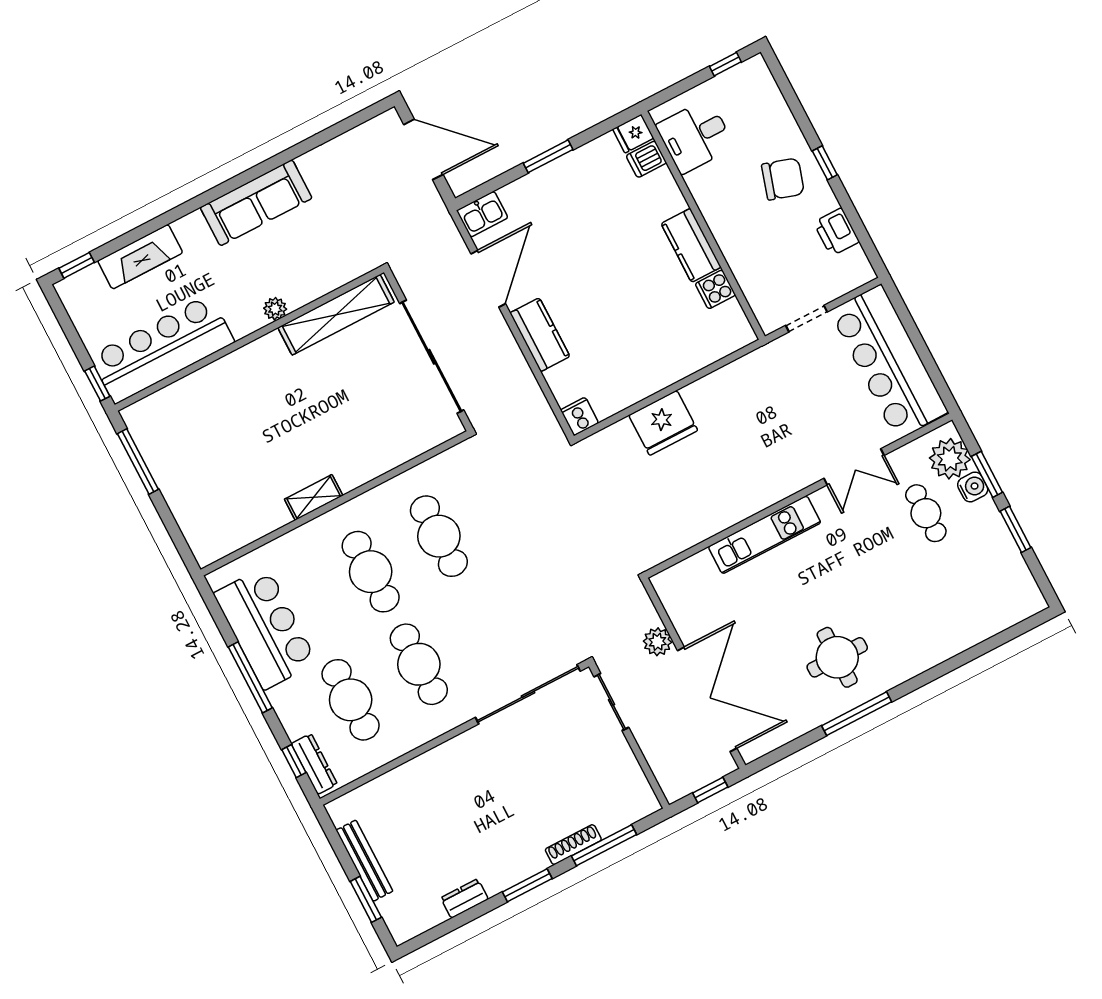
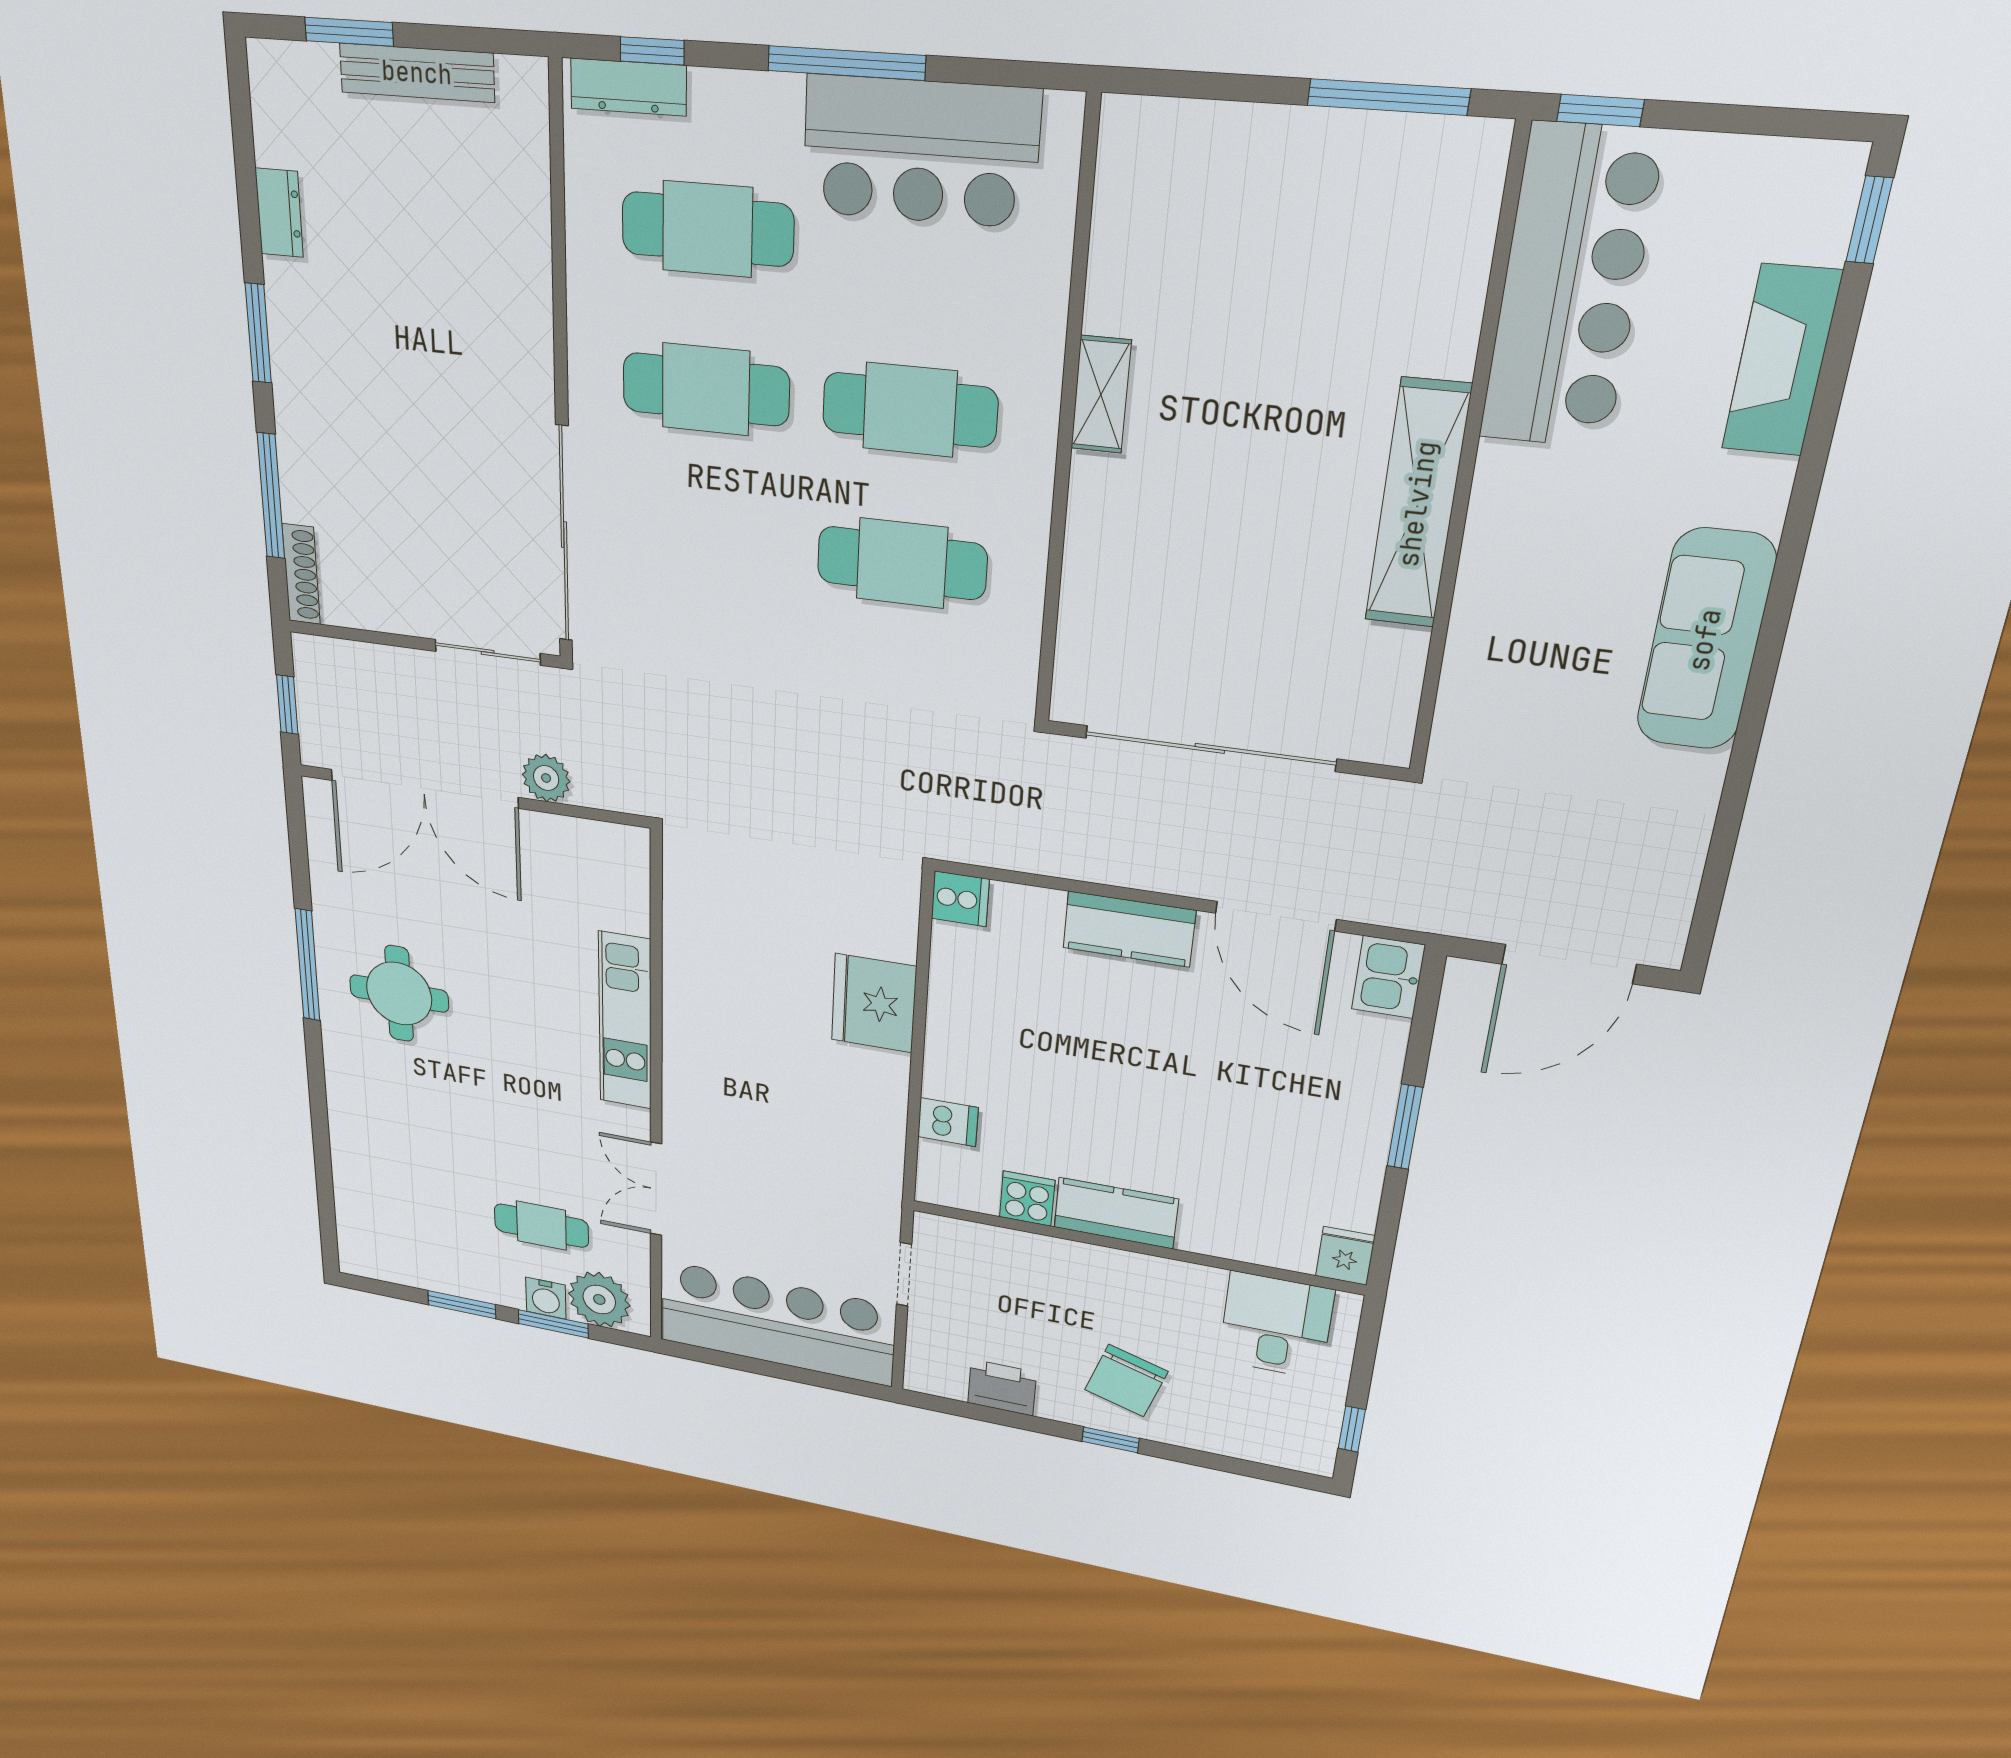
dishwasher: (646, 159) -> (948, 1122), moved, turned 90
plant: (275, 309) -> (1486, 547), removed
shelving: (336, 315) -> (1418, 504), moved
shoe rack: (573, 845) -> (301, 574), moved

